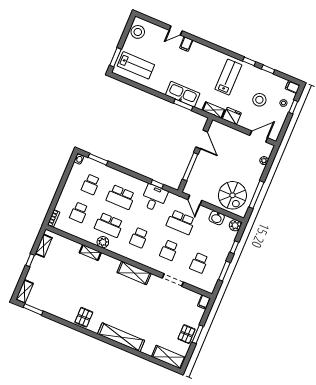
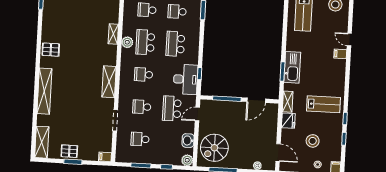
desk: (154, 198) -> (185, 79), width x1.37

